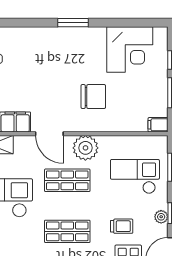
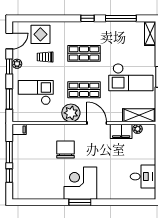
corner desk: (130, 49) -> (80, 183), moved
chair: (93, 97) -> (65, 150), turned 90
checkout: (135, 177) -> (36, 92), turned 180

